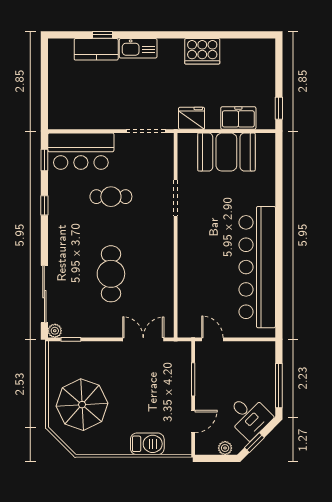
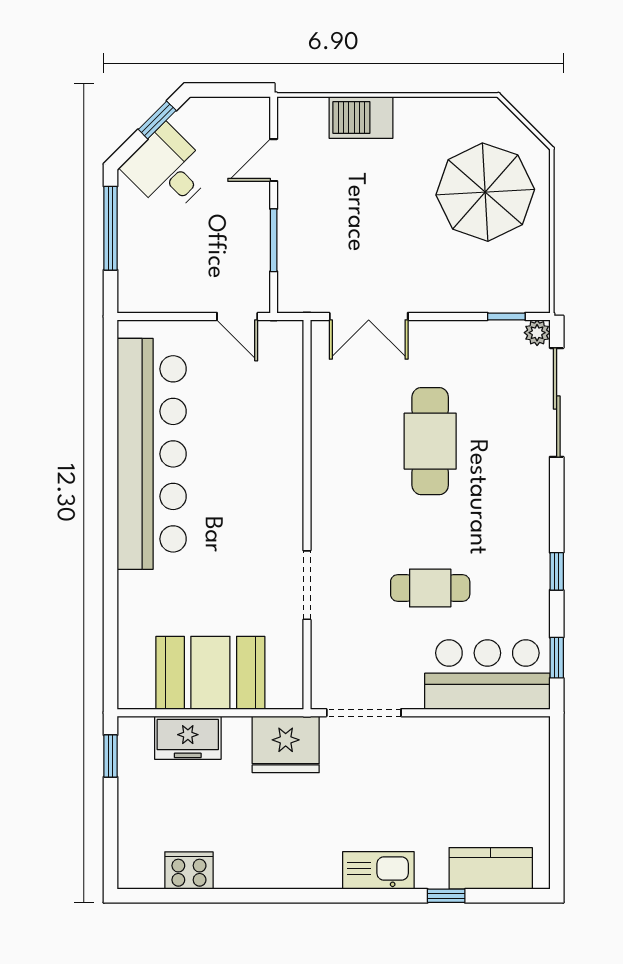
kitchen counter: (96, 49) -> (491, 868), moved
cooker: (202, 51) -> (189, 870), moved, width x0.73, depth x0.76
fridge: (192, 118) -> (286, 744), width x1.36, depth x1.34
plant: (225, 448) -> (213, 110), removed

